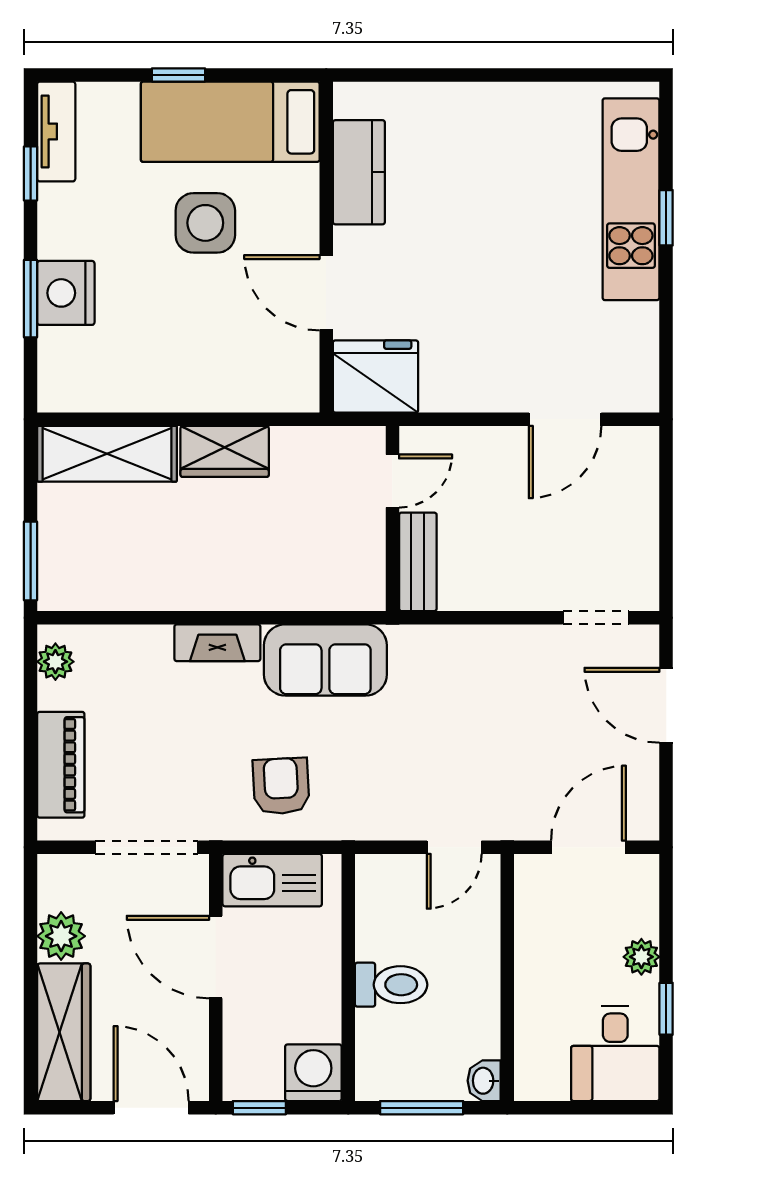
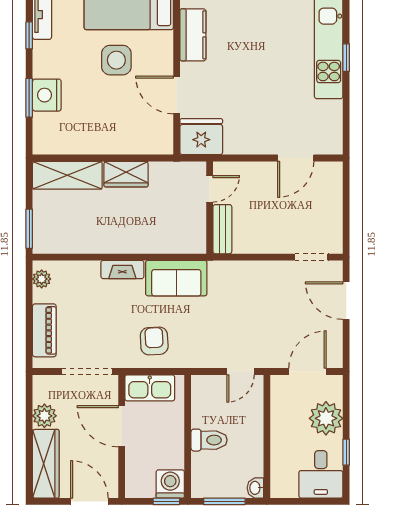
plant: (641, 957) -> (326, 418), width x1.87, depth x1.87
window: (259, 1108) -> (166, 501), moved

